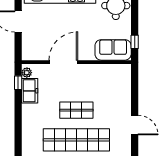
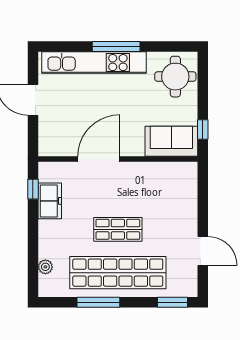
plant: (27, 73) -> (45, 267), moved

